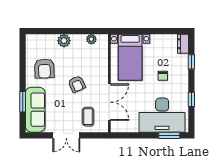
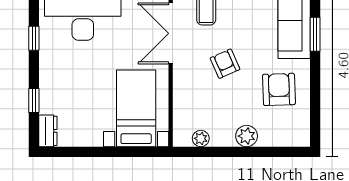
chair: (163, 76) -> (82, 77), removed

